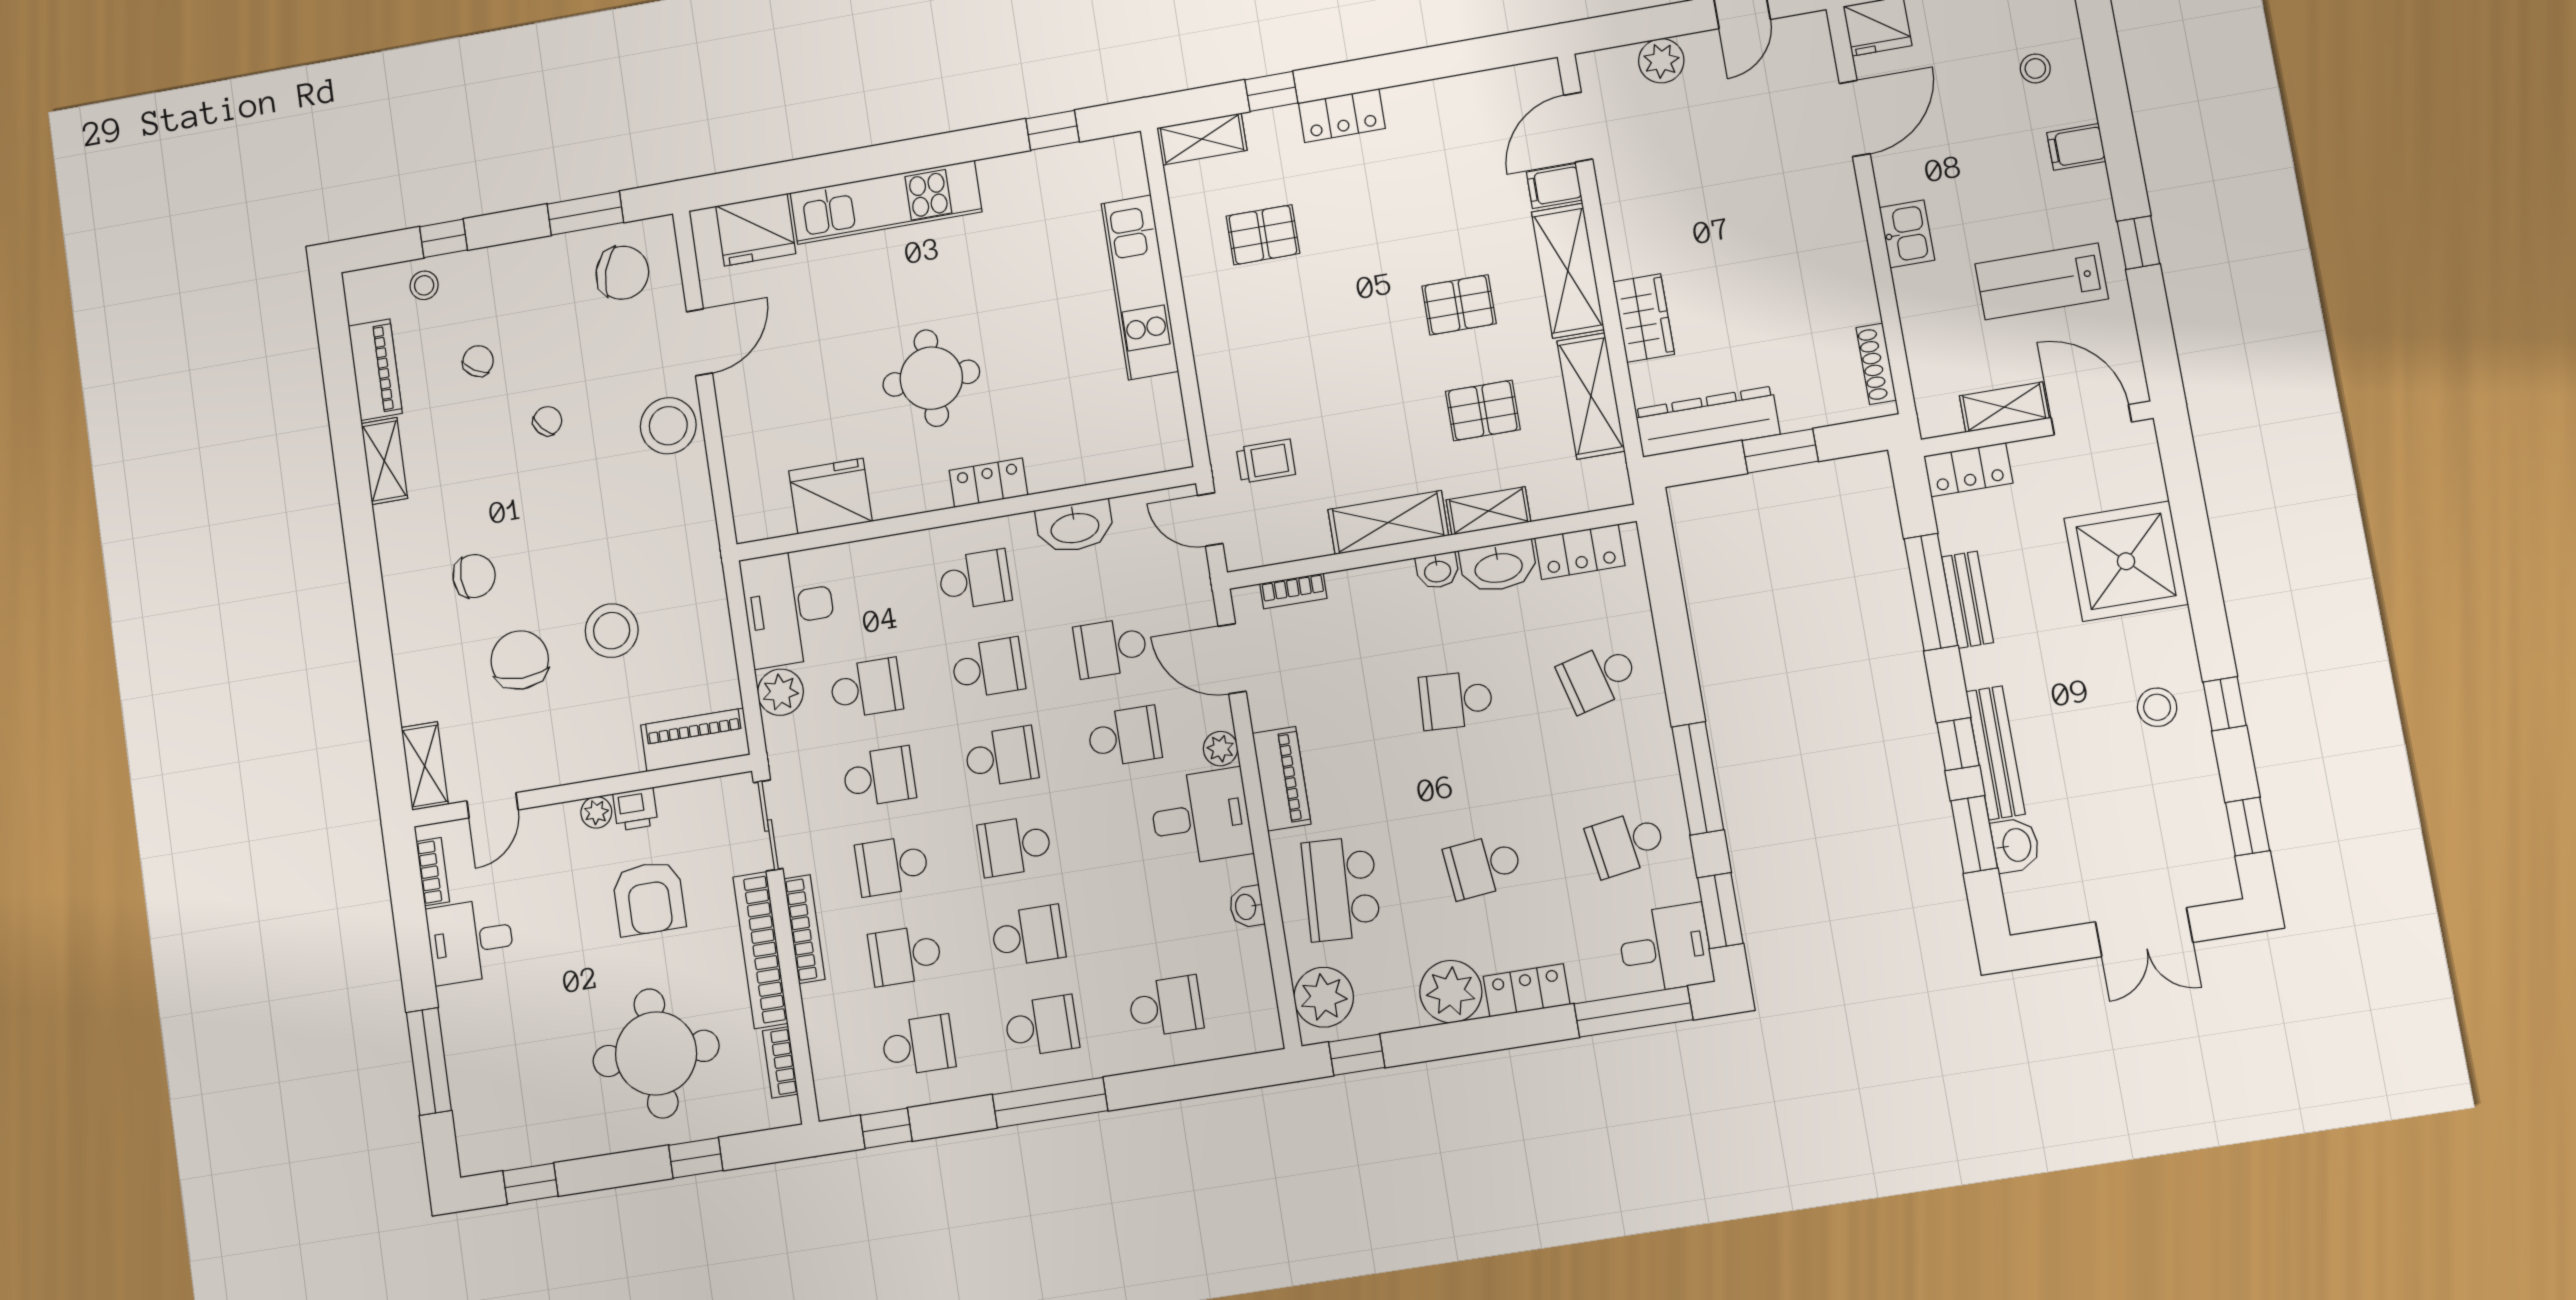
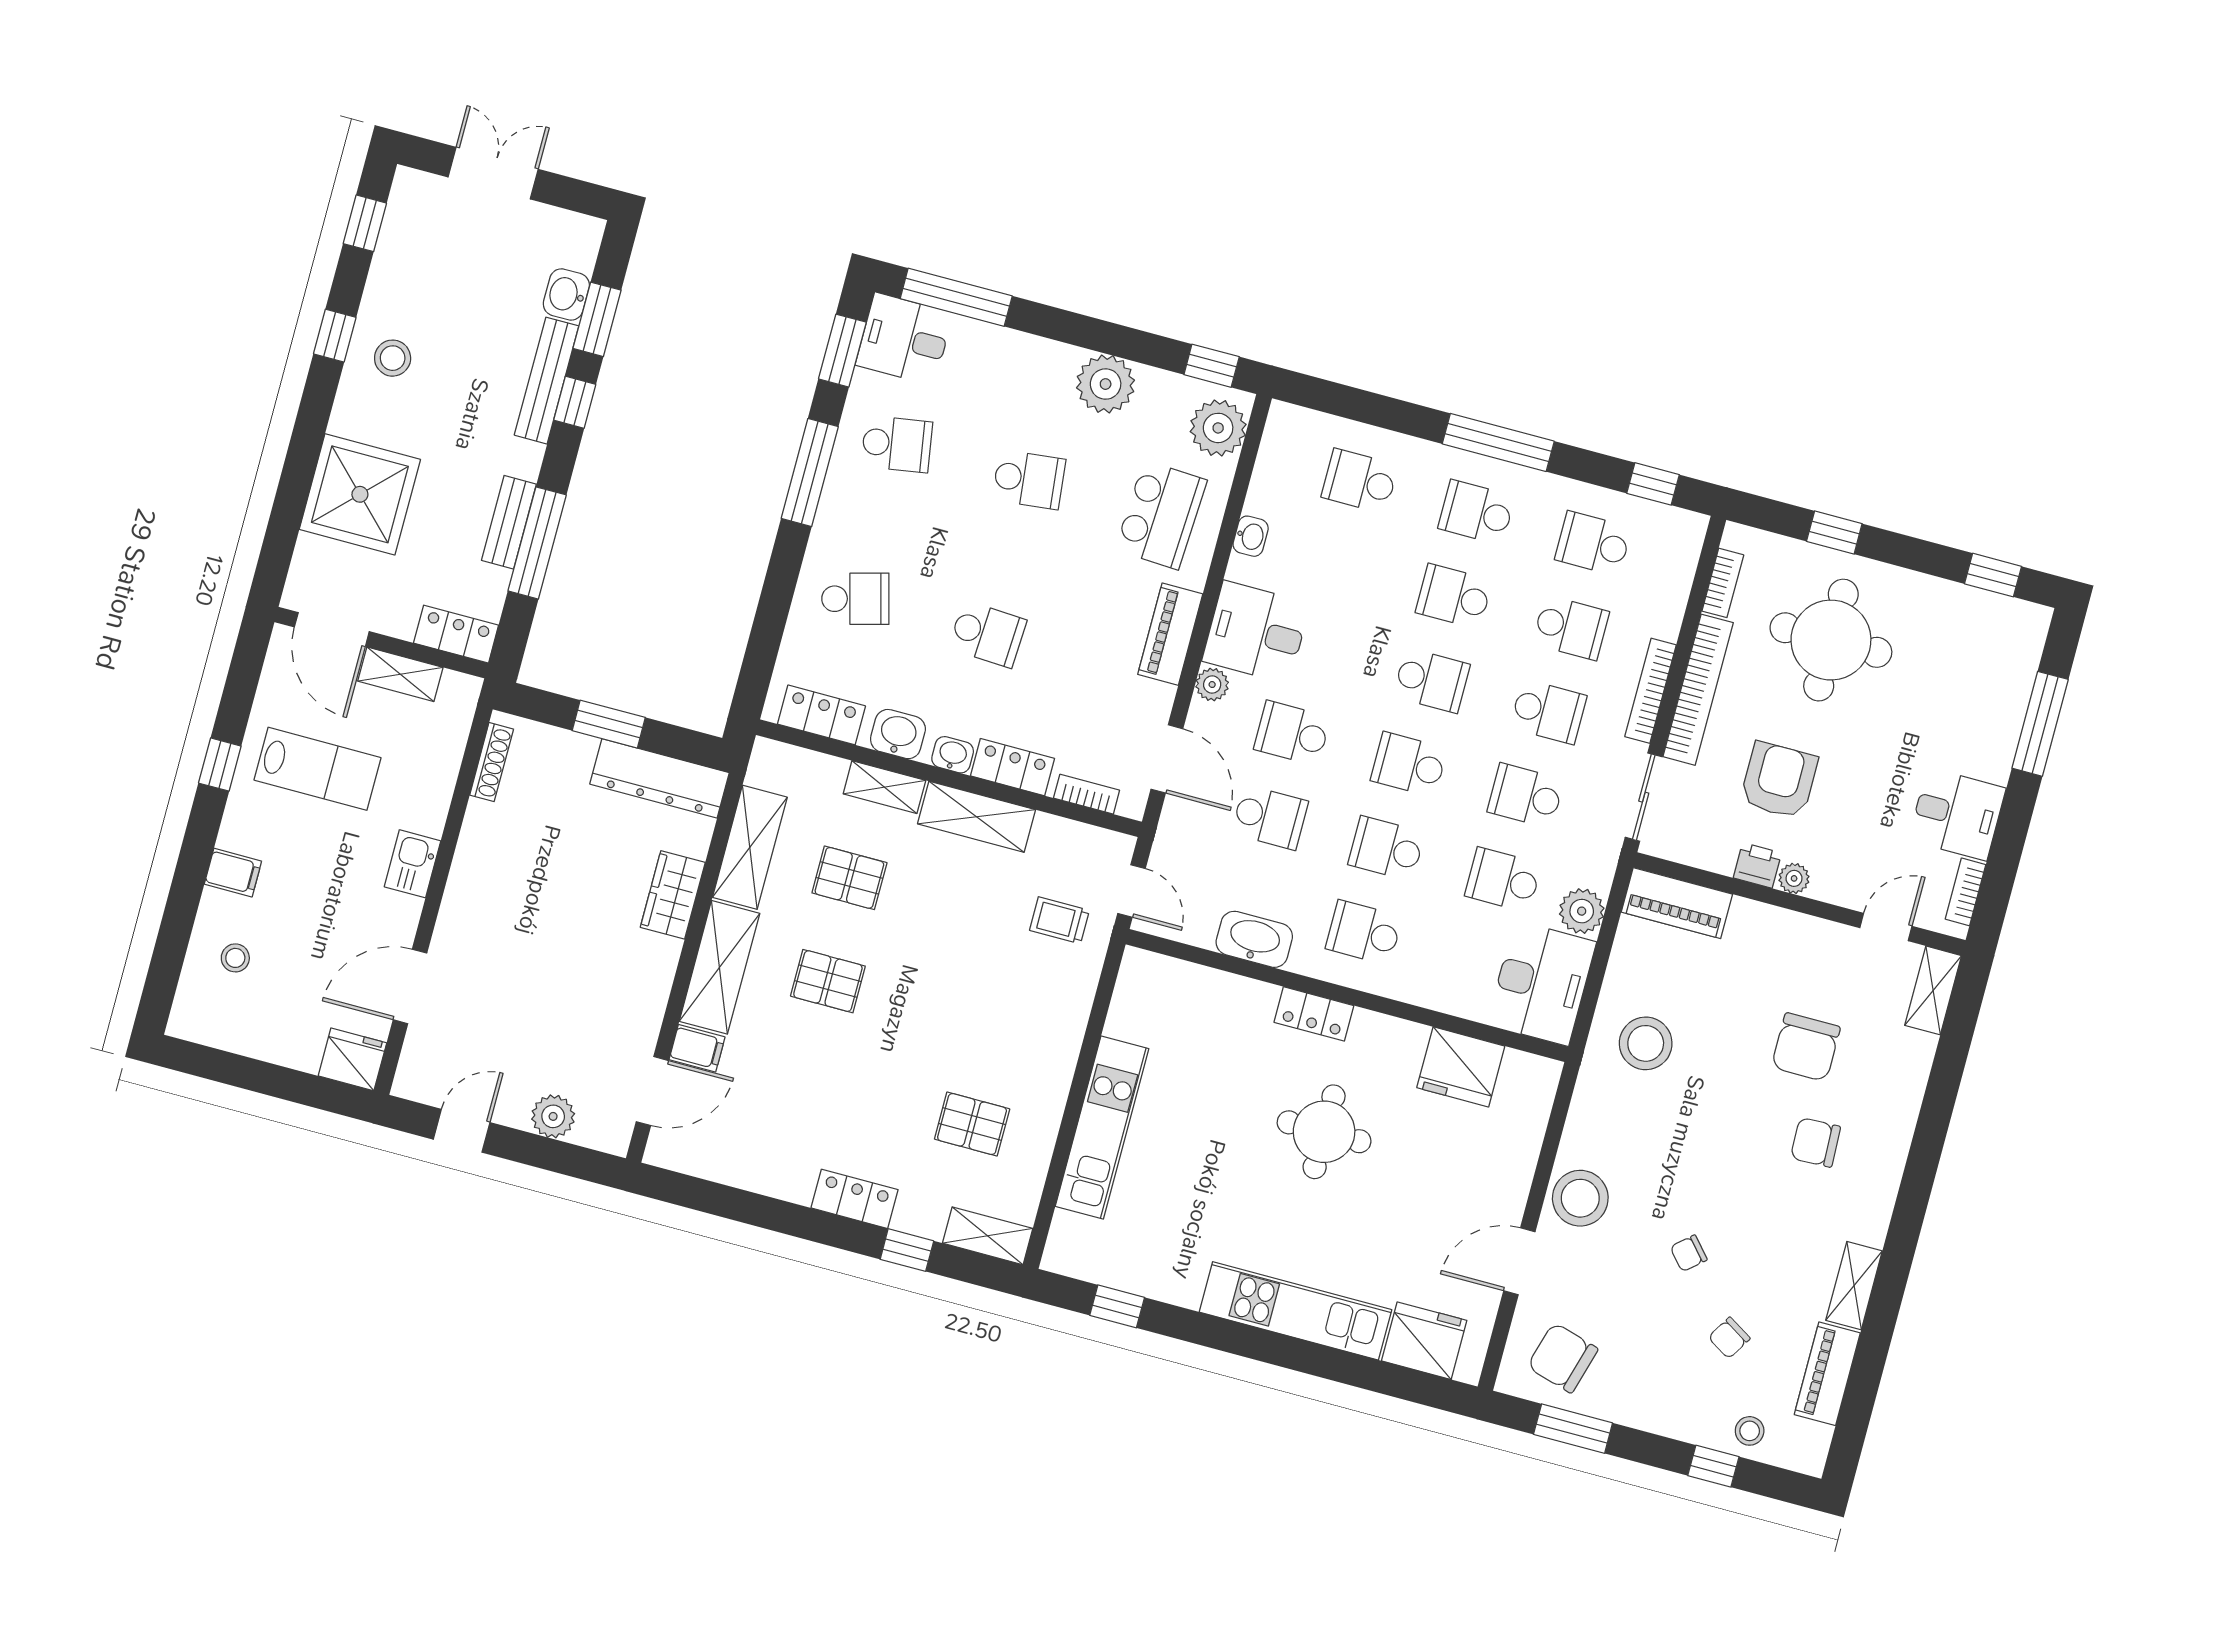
washbasin: (1498, 567) -> (898, 734), width x0.72
stool: (612, 631) -> (1646, 1043), moved
locker: (1527, 990) -> (1013, 767), moved, turned 180

